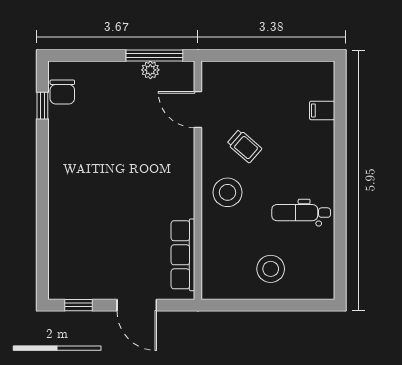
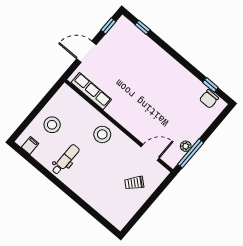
chair: (62, 92) -> (209, 99), turned -90
filing cabinet: (322, 110) -> (30, 145), moved
trolley: (244, 146) -> (134, 183), moved
window: (42, 259) -> (143, 27), added

